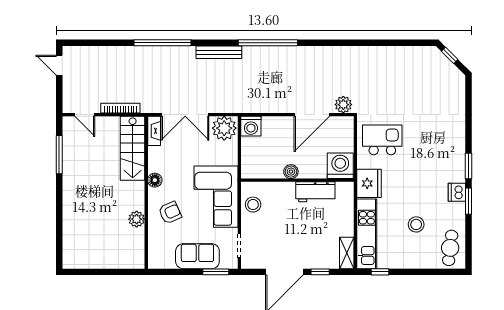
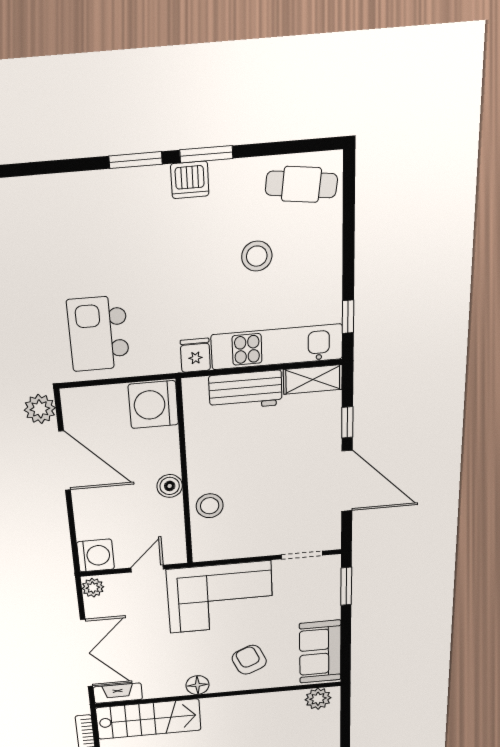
plant: (224, 128) -> (93, 588), width x0.53, depth x0.53
door: (239, 155) -> (147, 569), added
fridge: (369, 183) -> (195, 355), width x0.53, depth x0.75
workbench: (315, 192) -> (245, 390), moved, turned 90
stool: (253, 205) -> (210, 506), moved
plant: (137, 219) -> (318, 699), moved
sofa: (197, 256) -> (320, 652), moved

